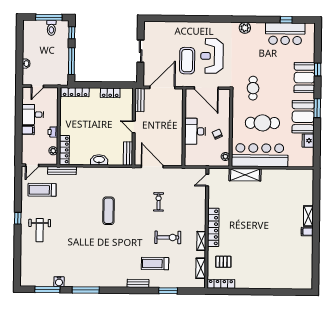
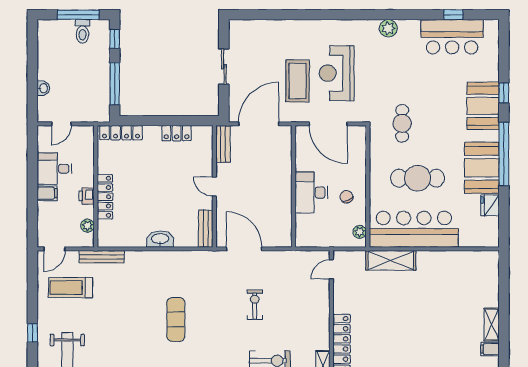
window: (317, 108) -> (504, 154), width x2.11
locker: (64, 150) -> (105, 197), moved

